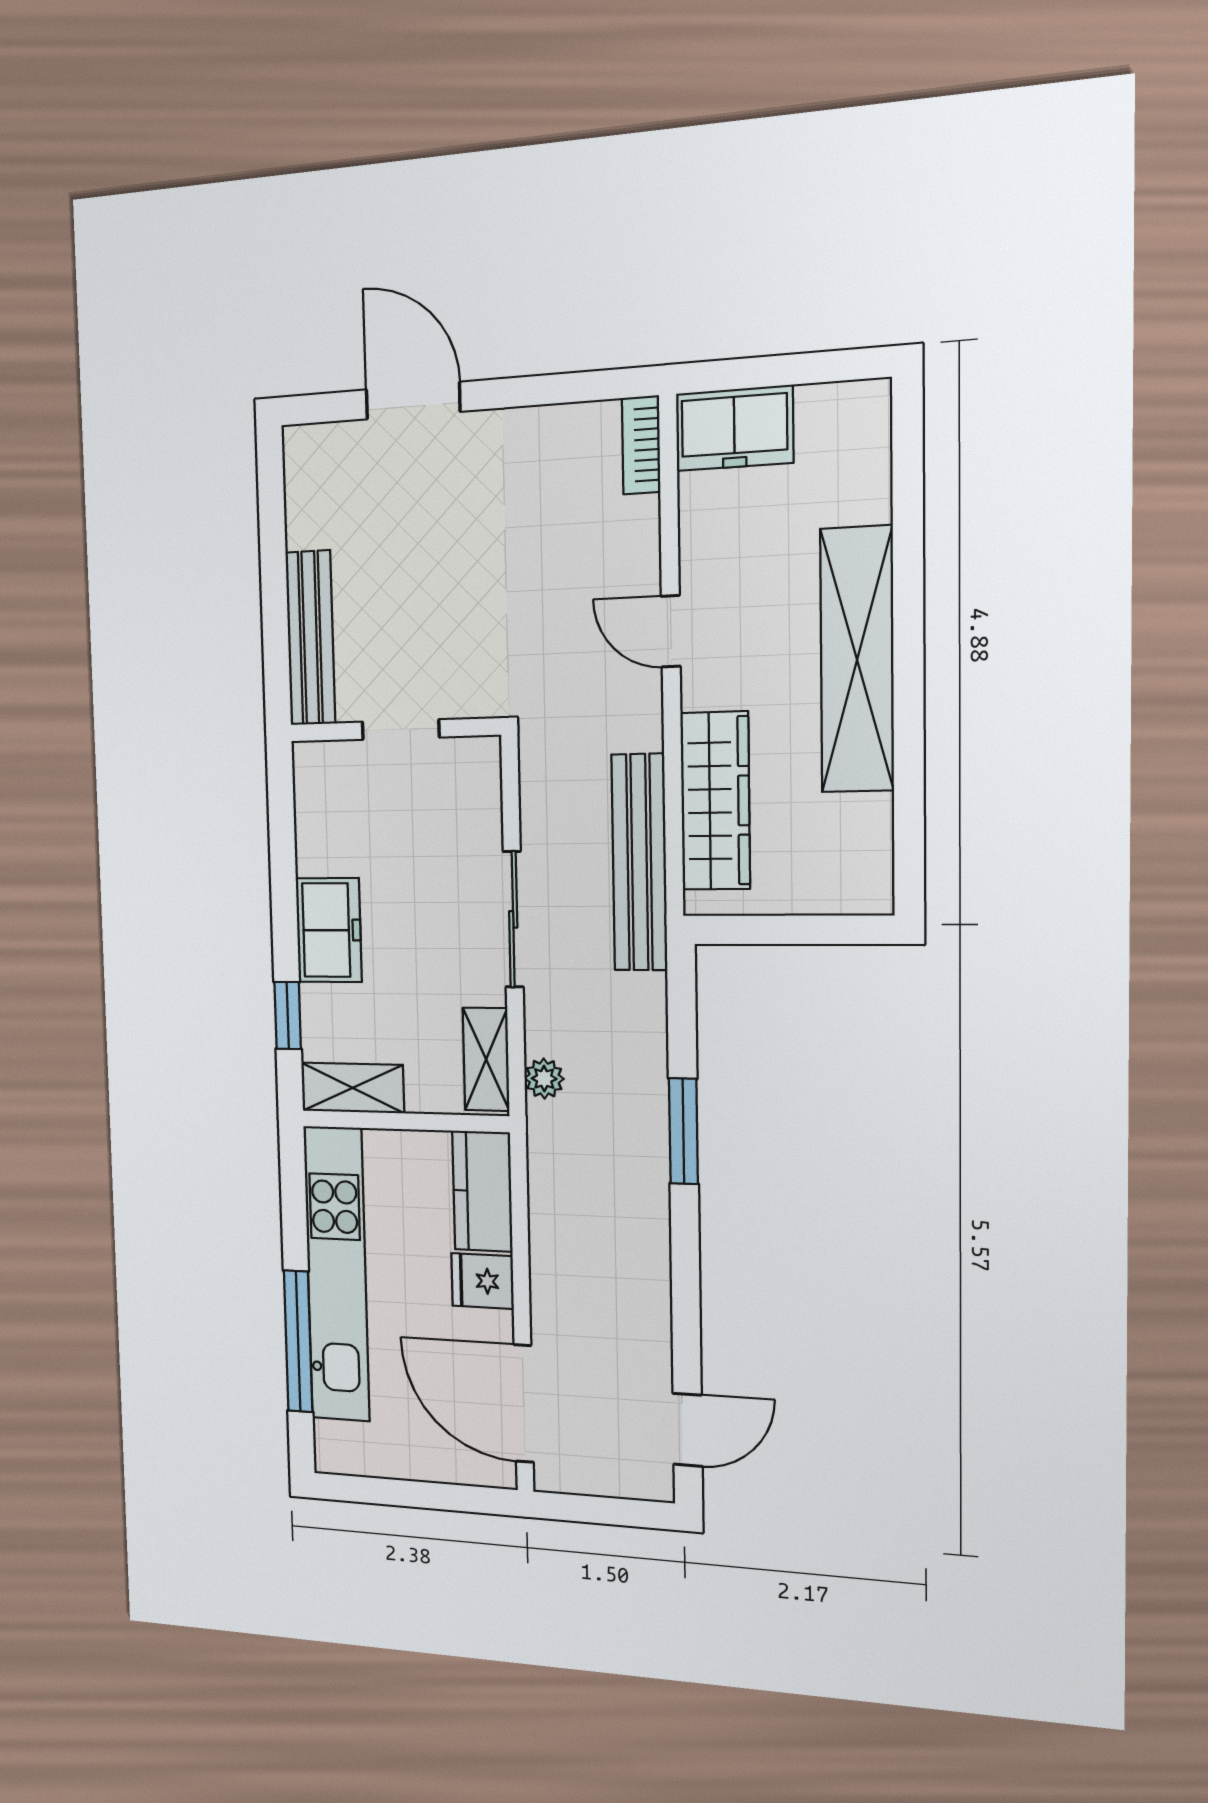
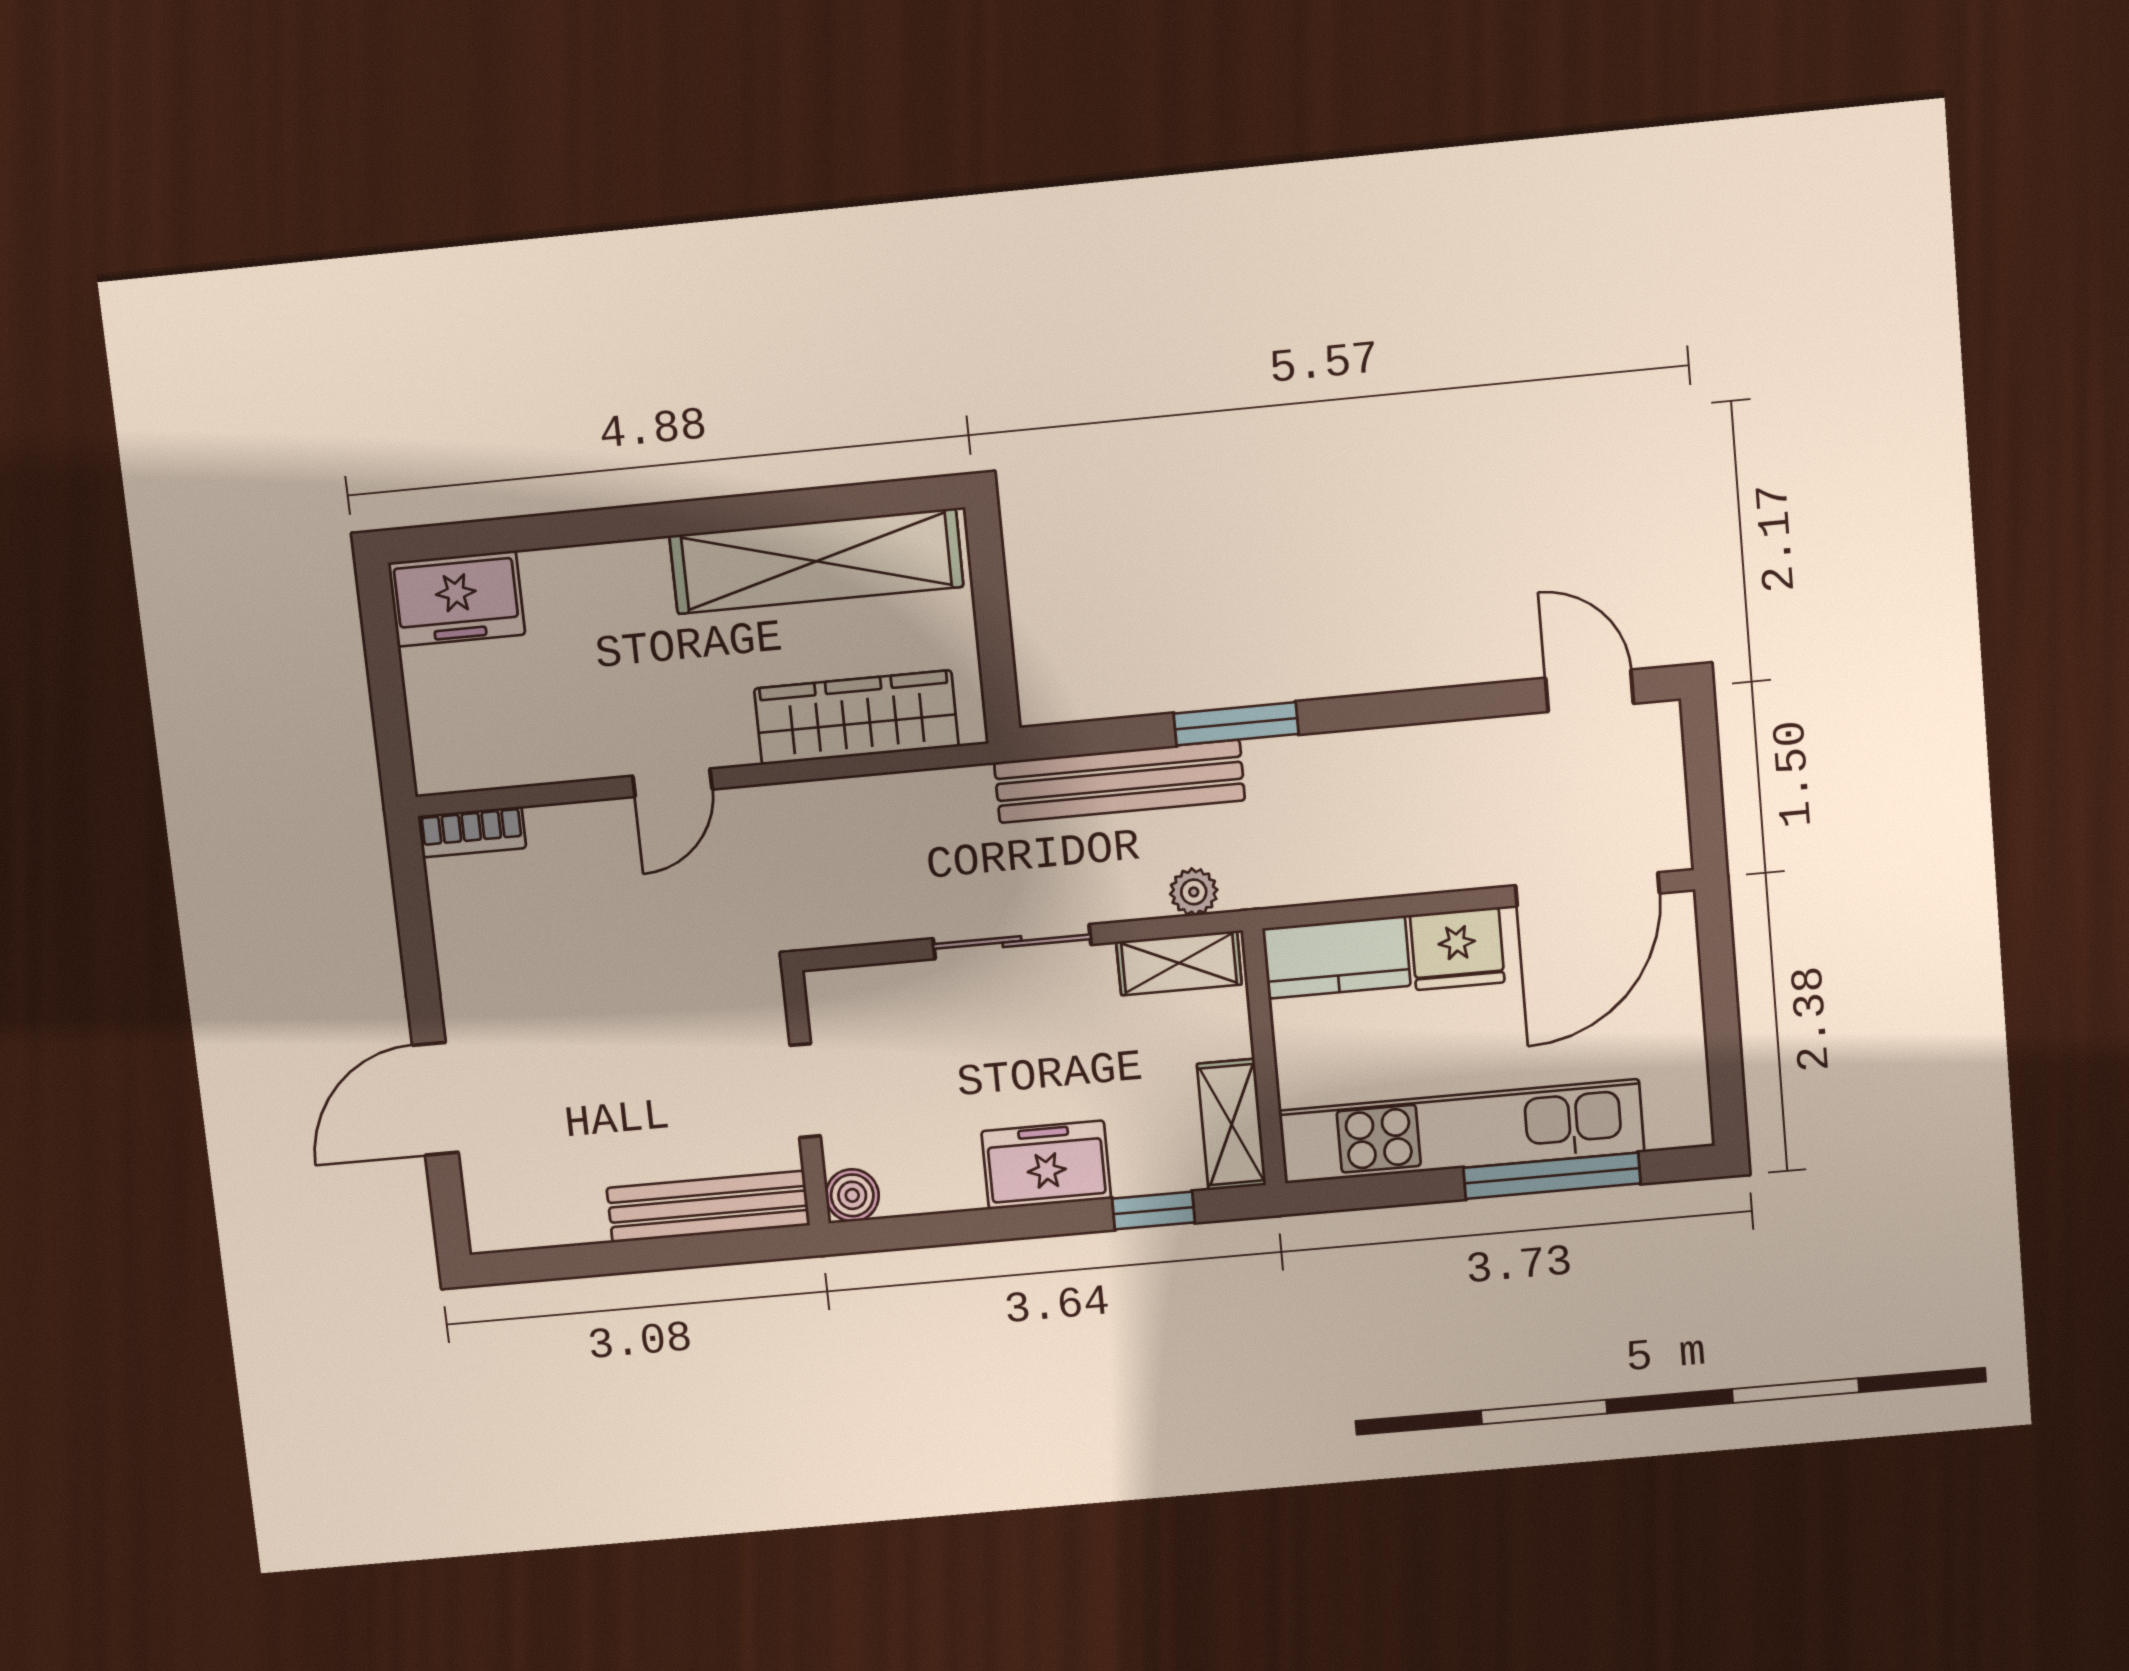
freezer: (734, 428) -> (457, 599), moved, turned 90
shelving: (857, 660) -> (816, 561), moved
boiler: (313, 763) -> (852, 1195), added
bench: (639, 862) -> (1119, 781), moved
fridge: (482, 1281) -> (1457, 949), width x1.38

